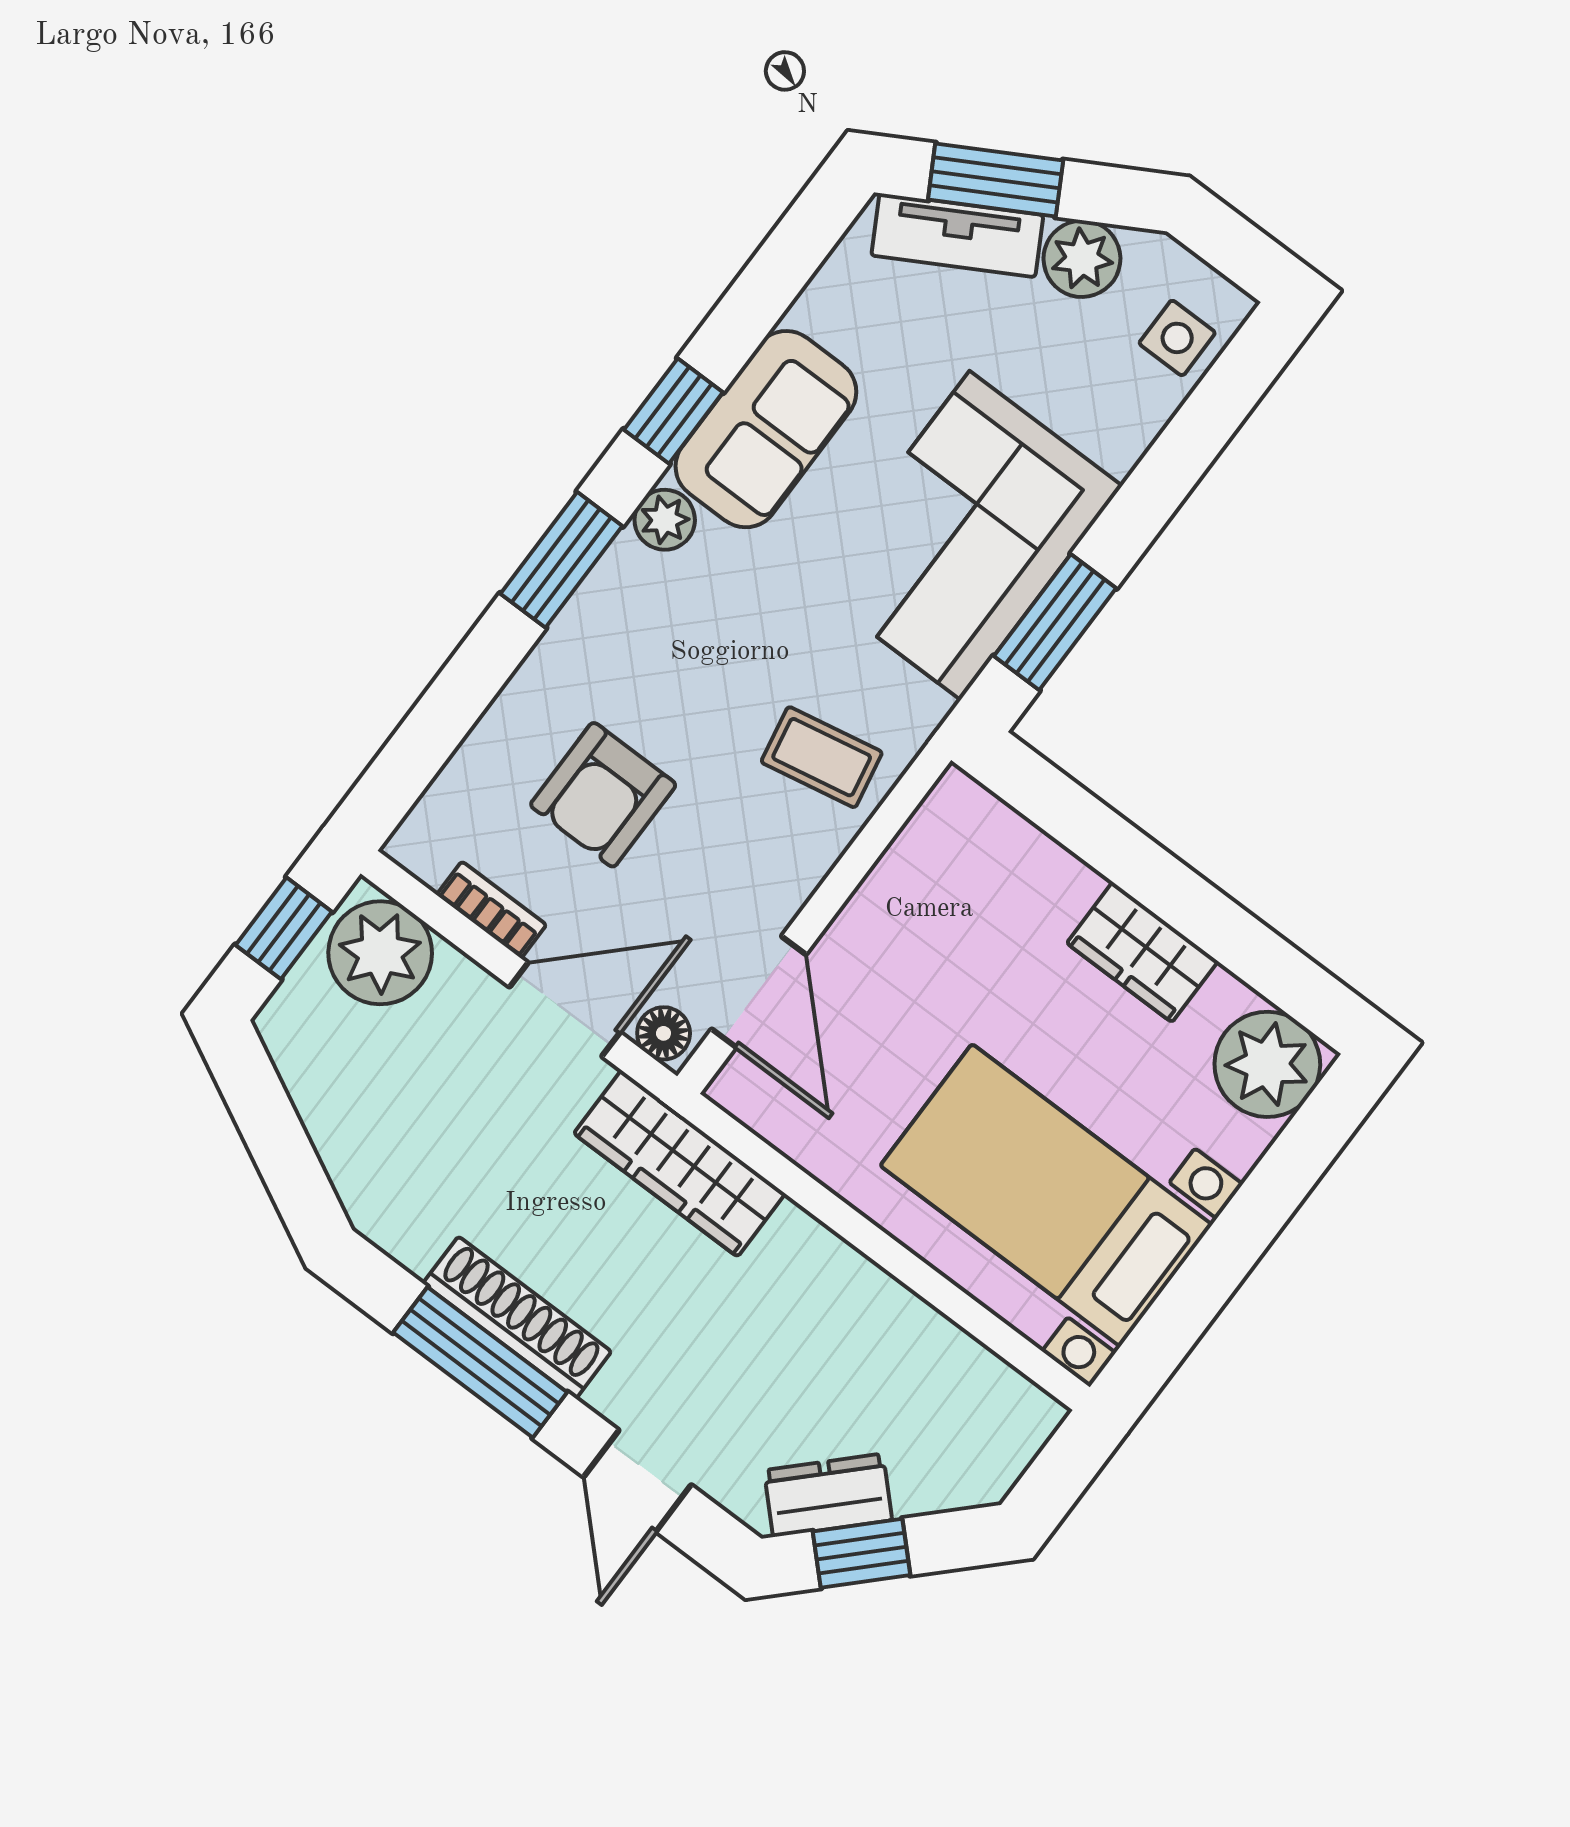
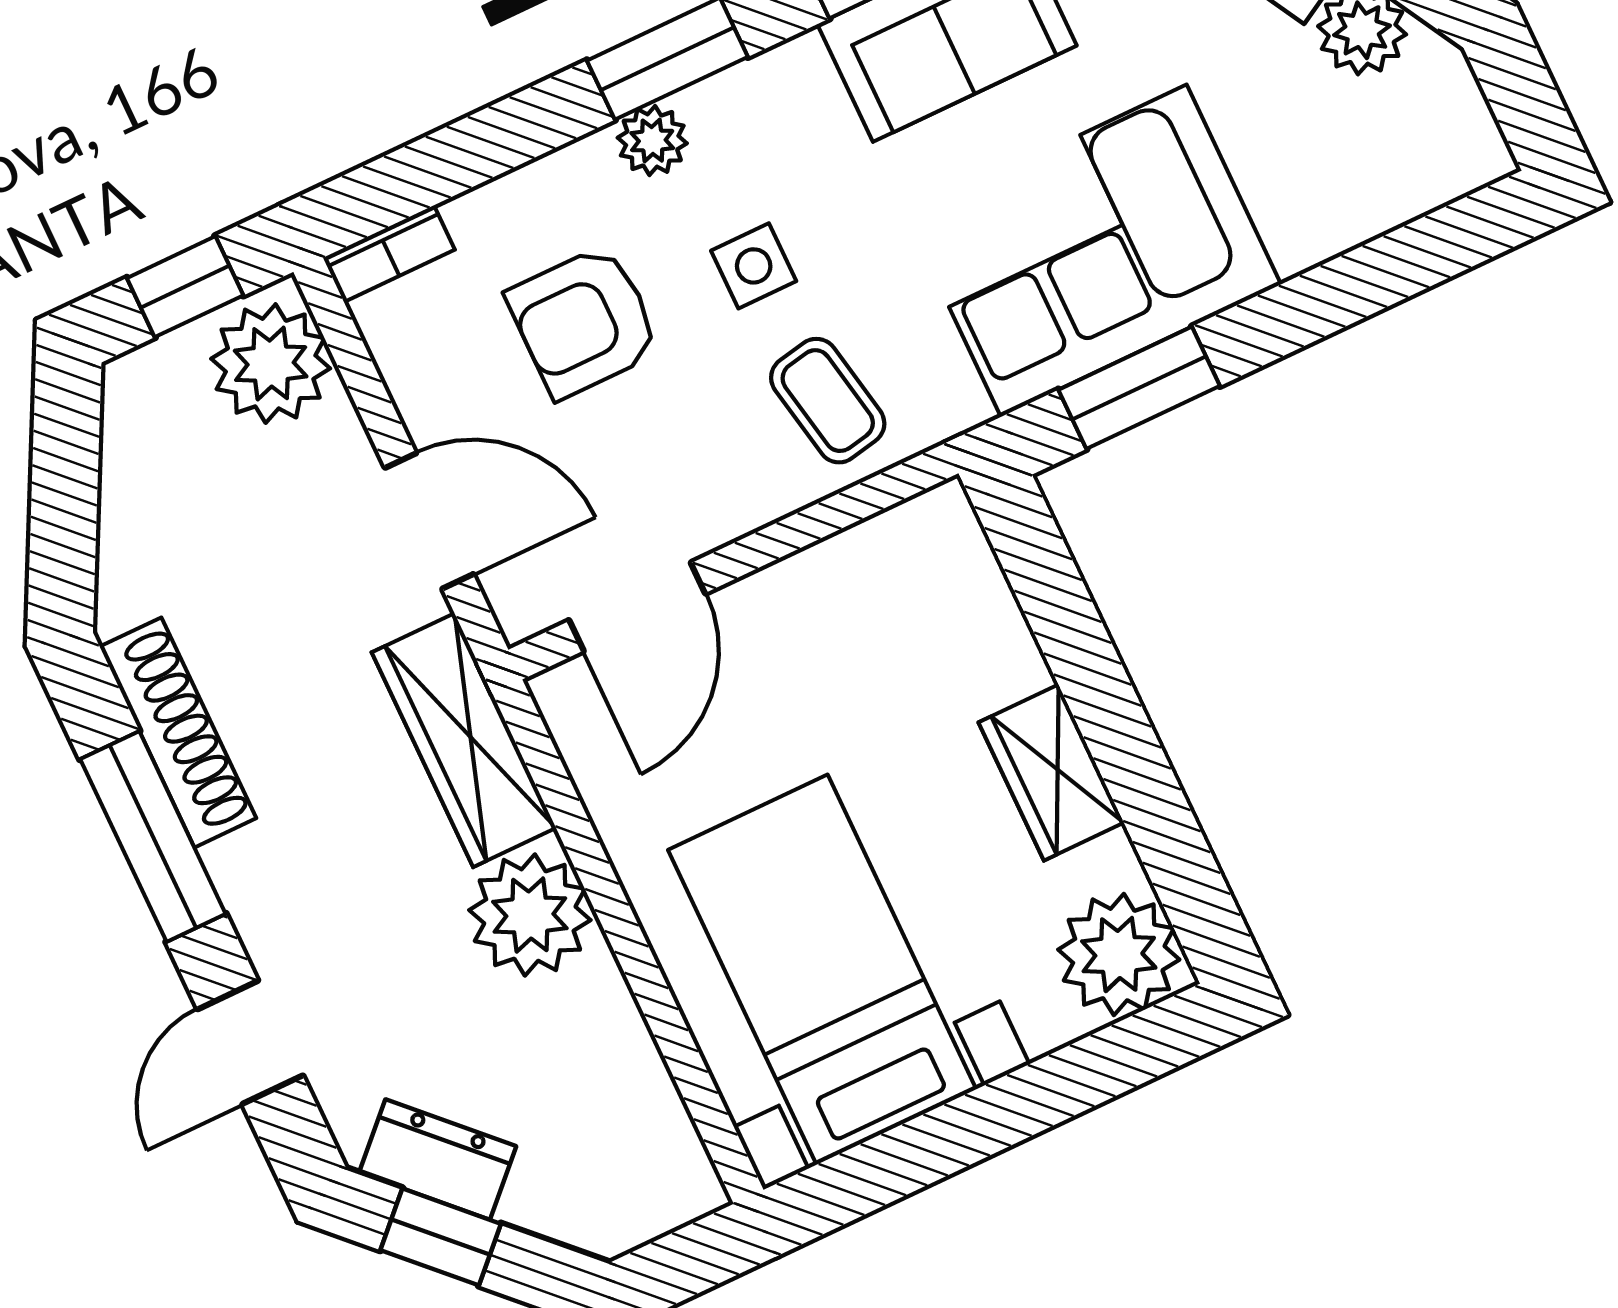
side table: (1177, 338) -> (754, 266), moved
plant: (665, 520) -> (652, 141), moved
bookcase: (491, 910) -> (389, 254), moved, turned 90
floor lamp: (664, 1033) -> (517, 598), removed
plant: (800, 1271) -> (530, 915), added
shoe rack: (517, 1318) -> (178, 732), moved

